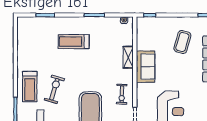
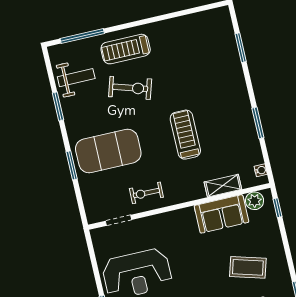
plant: (142, 28) -> (255, 201), added
treadmill: (74, 42) -> (185, 135), moved
shelving: (128, 57) -> (223, 186), moved
sofa: (146, 67) -> (221, 214), moved

